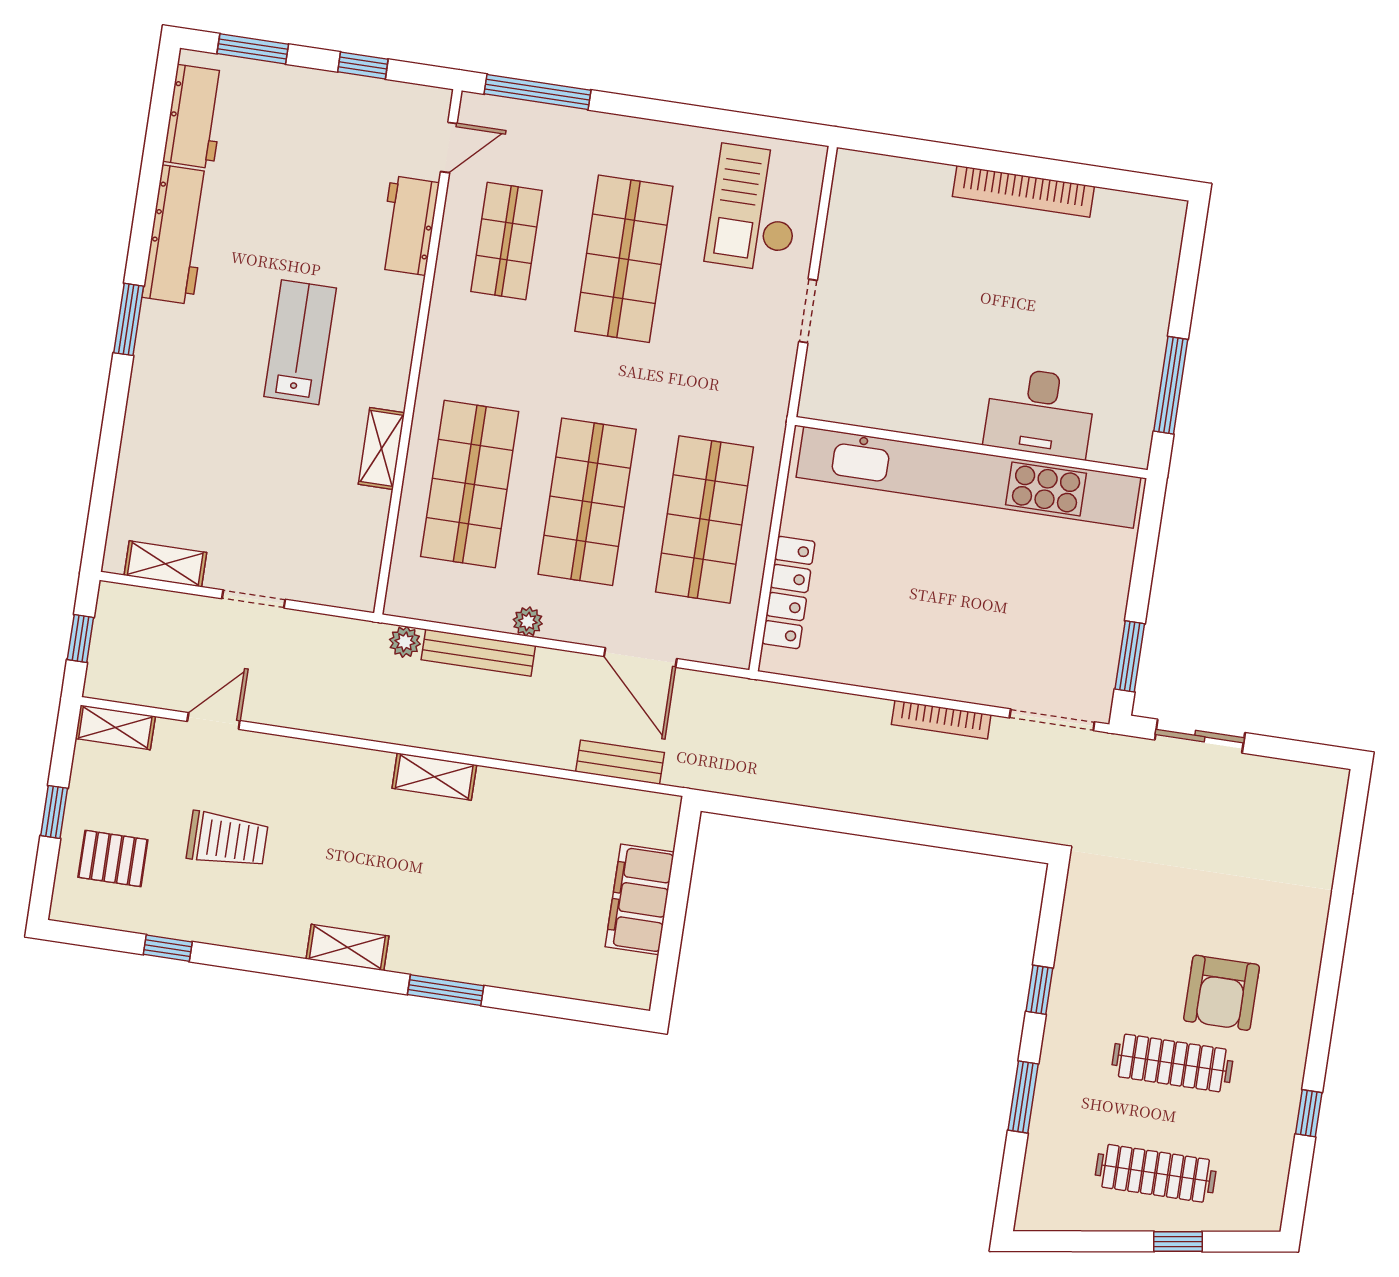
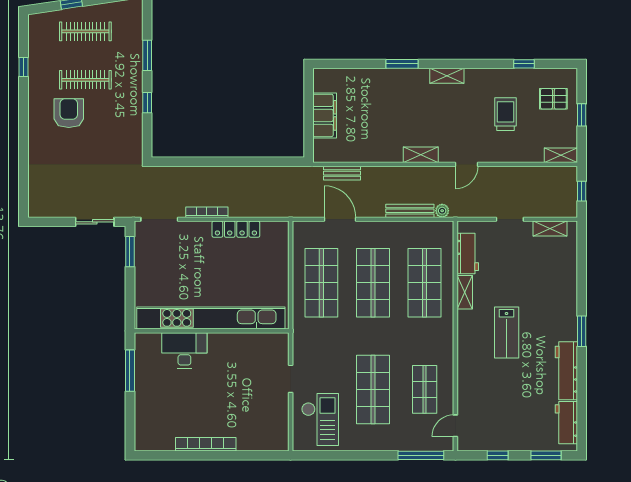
workbench: (408, 226) -> (468, 254), moved
locker: (788, 592) -> (236, 229), moved, turned -90
plant: (528, 622) -> (391, 227), removed
door: (214, 721) -> (467, 164), moved
trolley: (227, 840) -> (505, 114), turned 90

